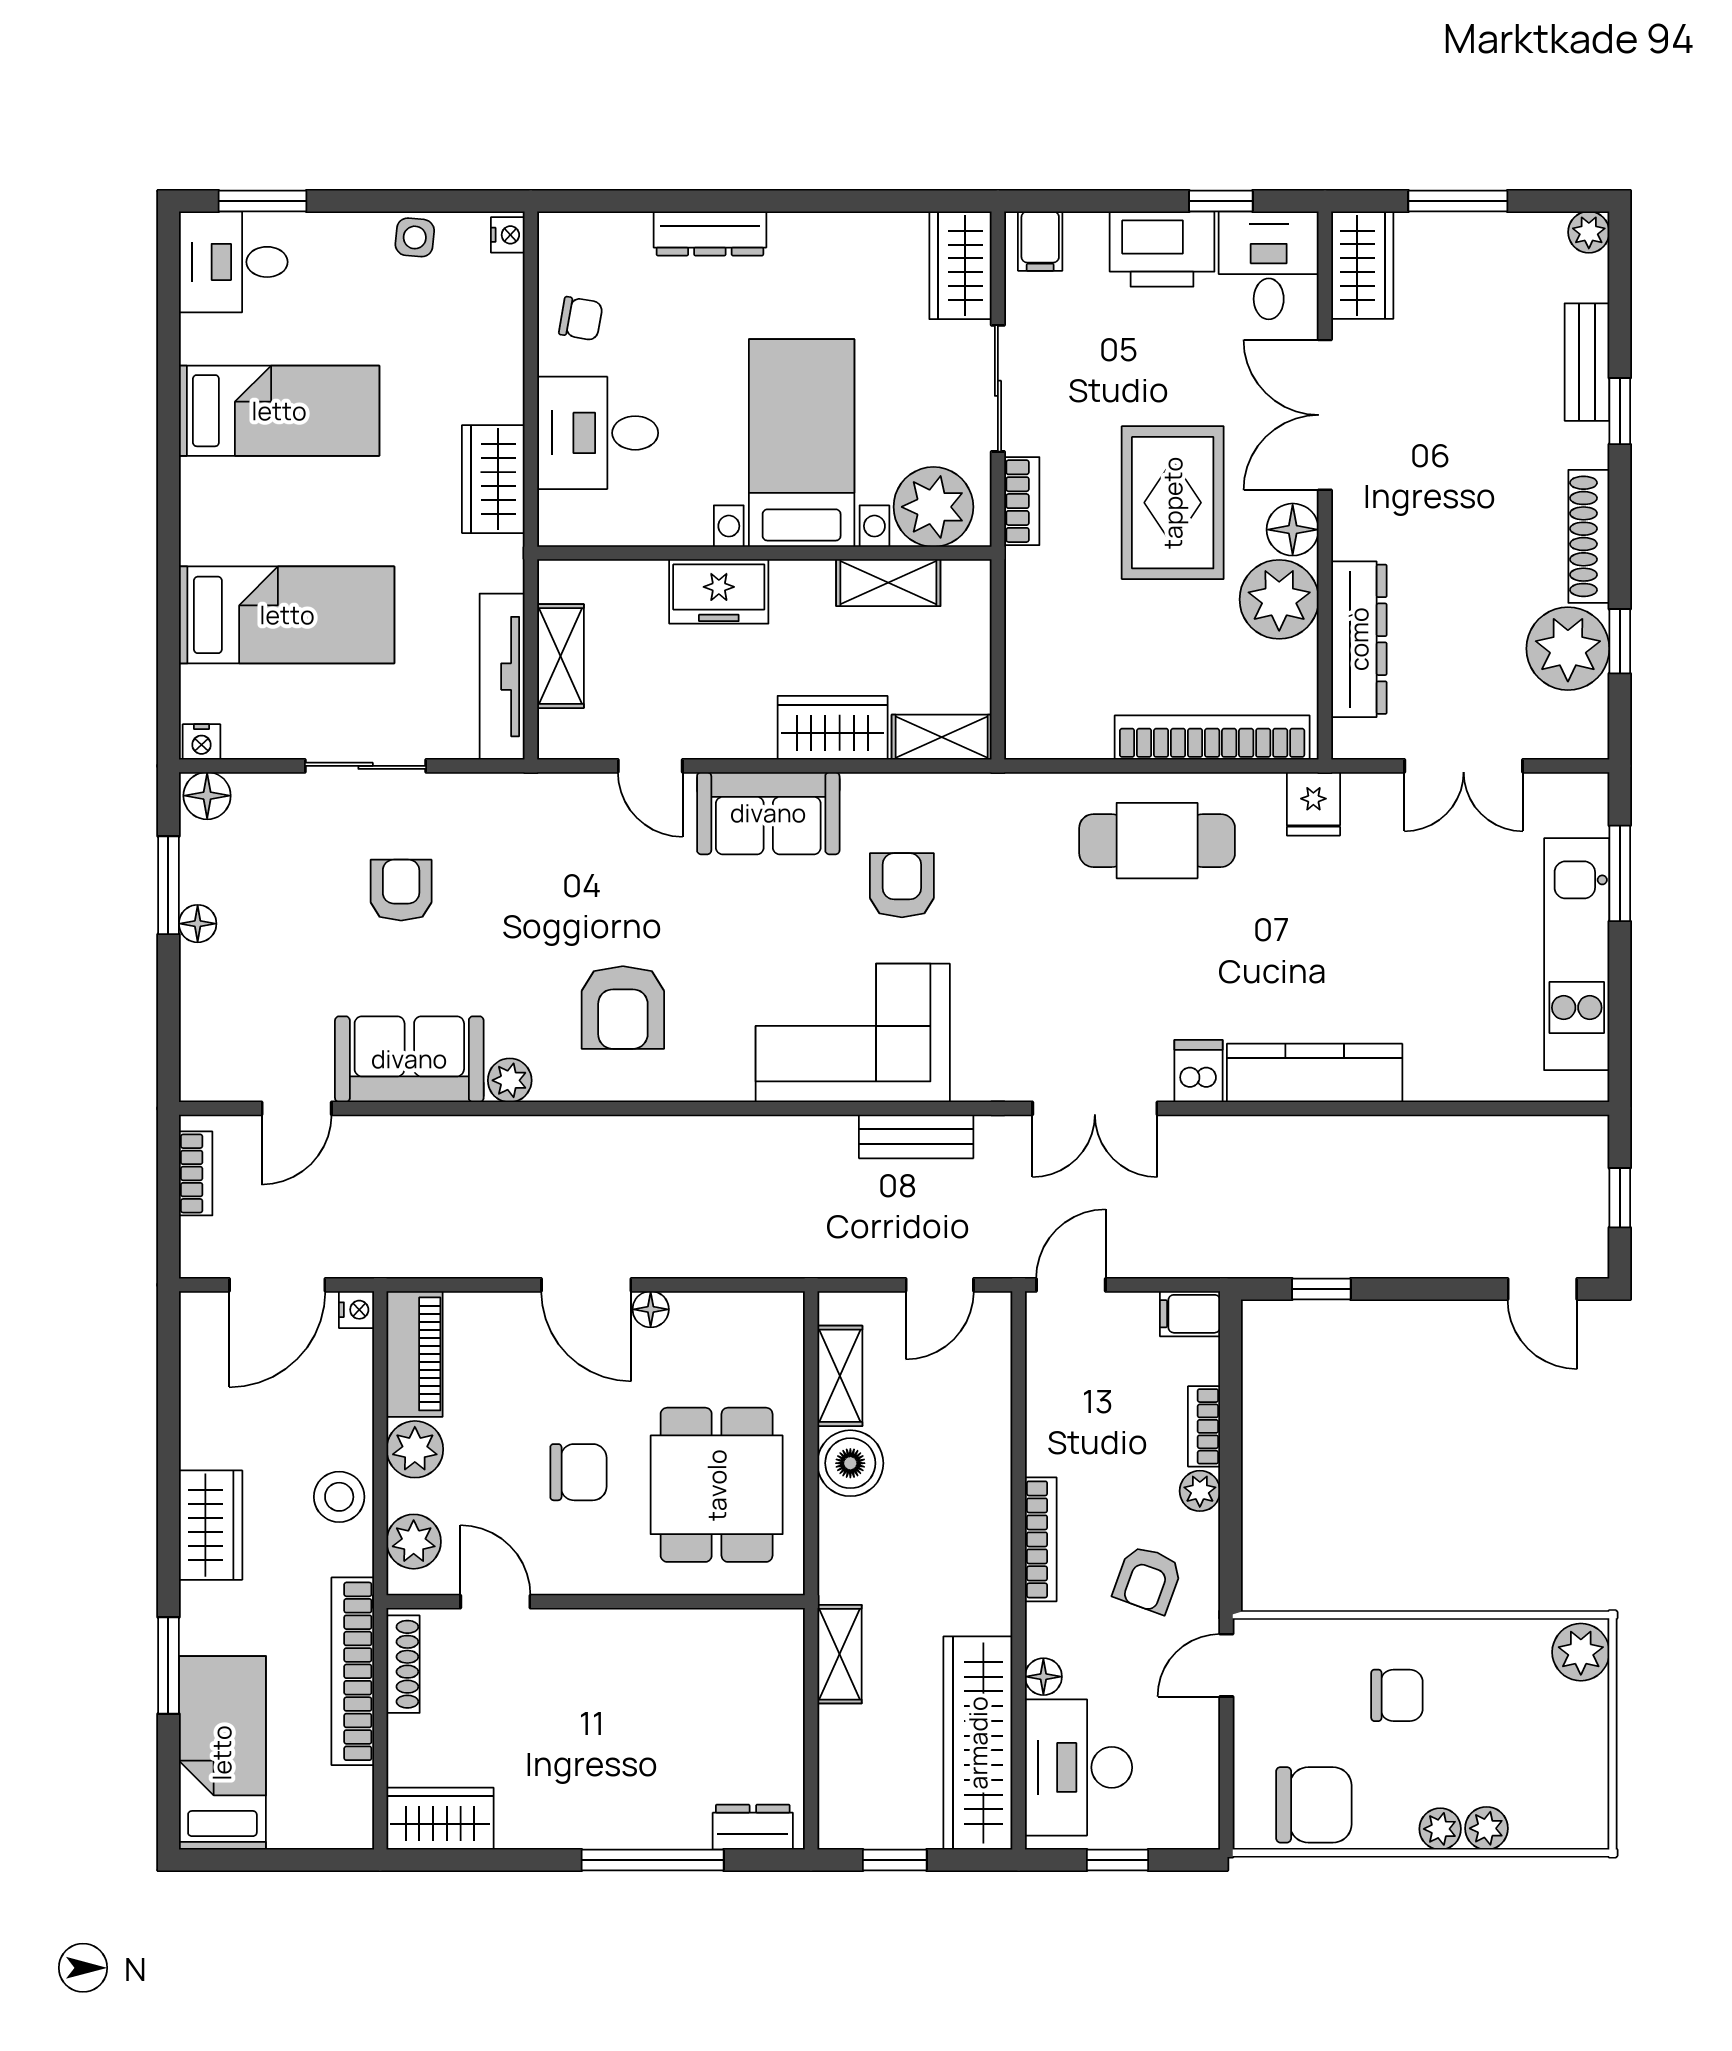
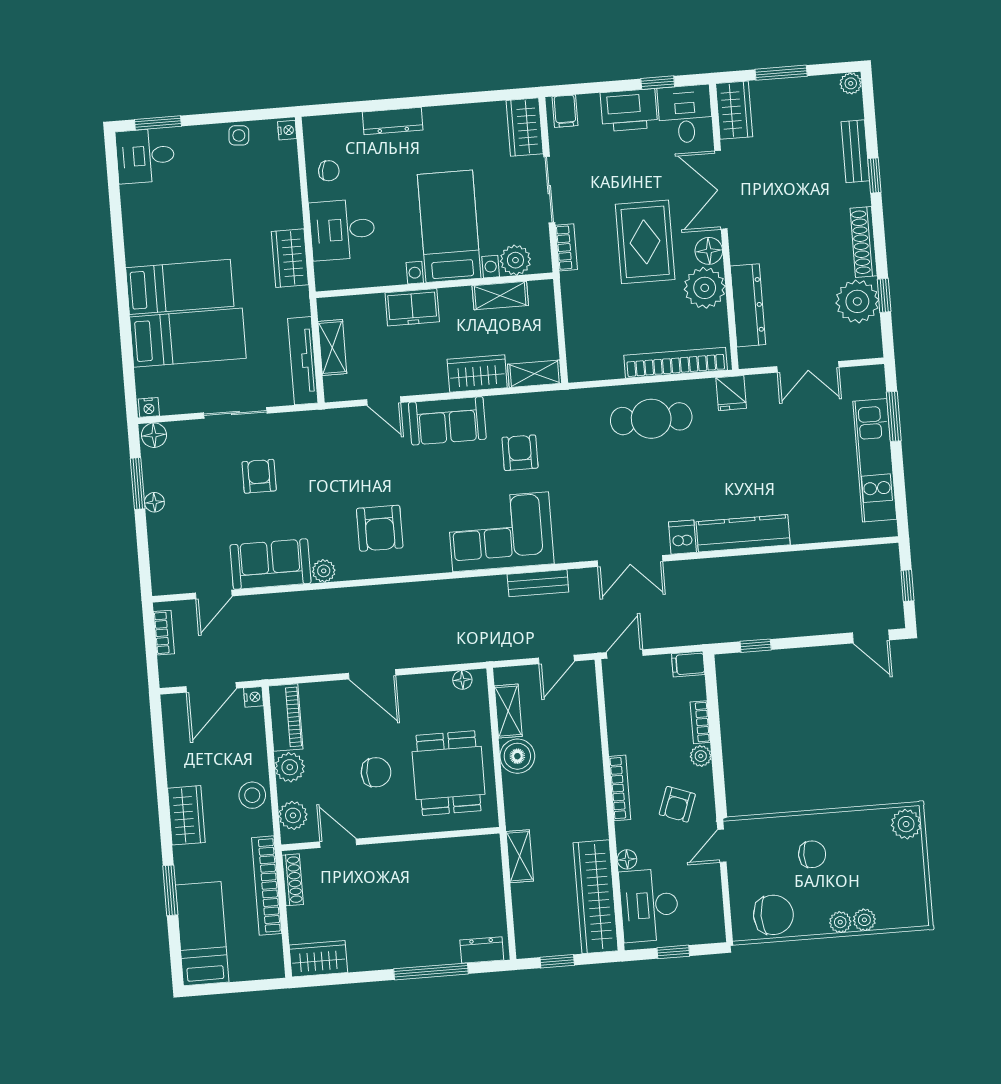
bed: (279, 411) -> (180, 287), moved
plant: (933, 507) -> (515, 260), width x0.73, depth x0.73
floor lamp: (651, 1309) -> (462, 680), moved

